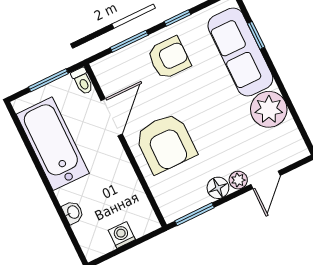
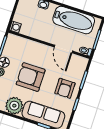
armchair: (165, 143) -> (31, 77), moved
washing machine: (122, 235) -> (15, 27), moved

